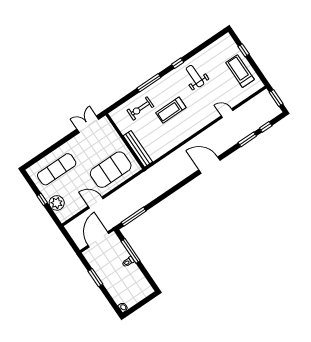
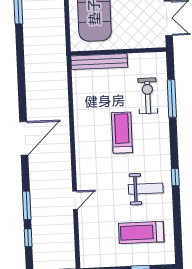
treadmill: (240, 71) -> (141, 232), moved, turned 180
window: (149, 83) -> (172, 98), moved

